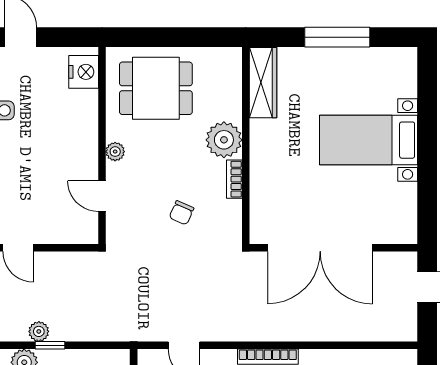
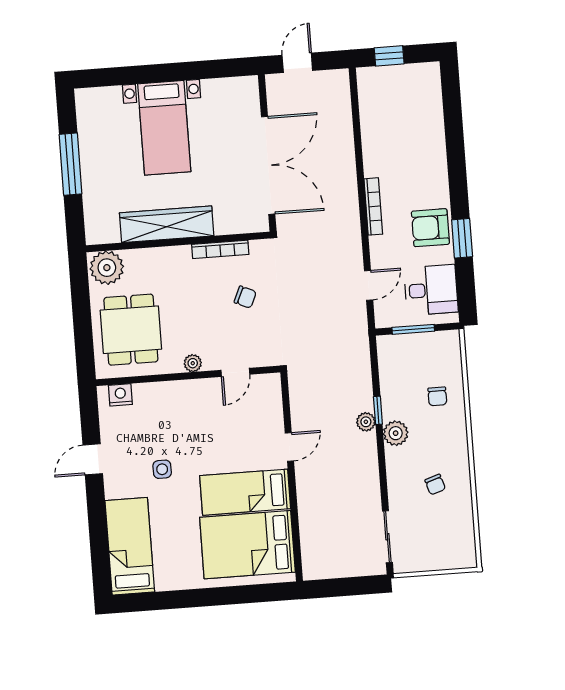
nightstand: (84, 72) -> (120, 395), width x0.74, depth x0.75
wardrobe: (263, 83) -> (167, 224), moved, width x1.40, depth x1.17
plant: (224, 140) -> (107, 268), moved
bookcase: (234, 179) -> (220, 249), width x1.56

